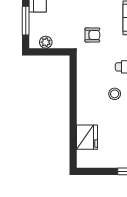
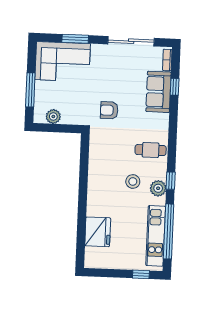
armchair: (92, 35) -> (109, 110), turned 180

